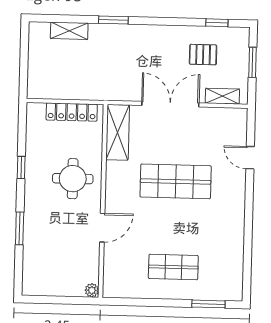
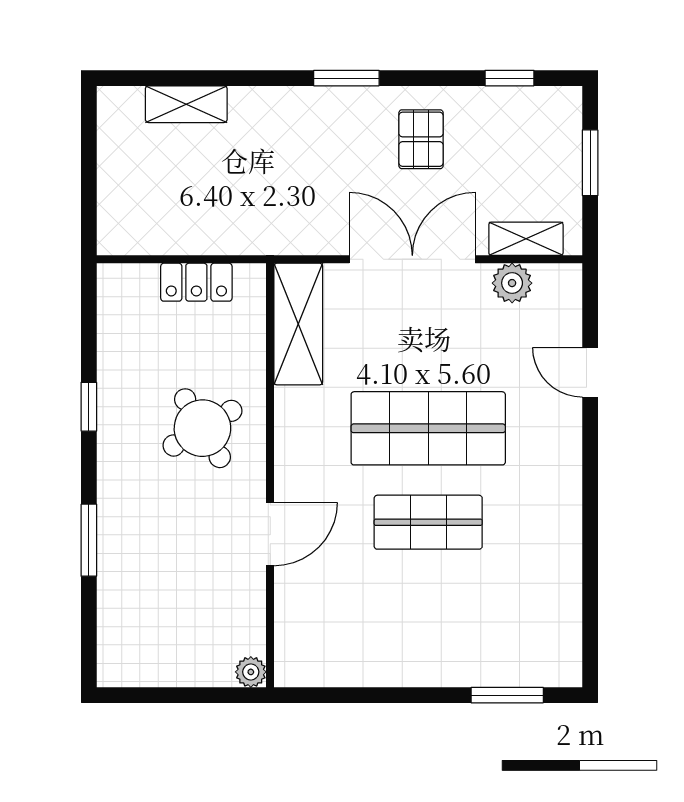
window: (113, 20) -> (346, 78), moved
pallet: (203, 55) -> (421, 139), moved, turned 90
locker: (72, 112) -> (196, 282), width x0.66
plant: (216, 116) -> (512, 283), added
round table: (73, 179) -> (202, 428), turned -31
shop shelf: (173, 267) -> (428, 522), moved

